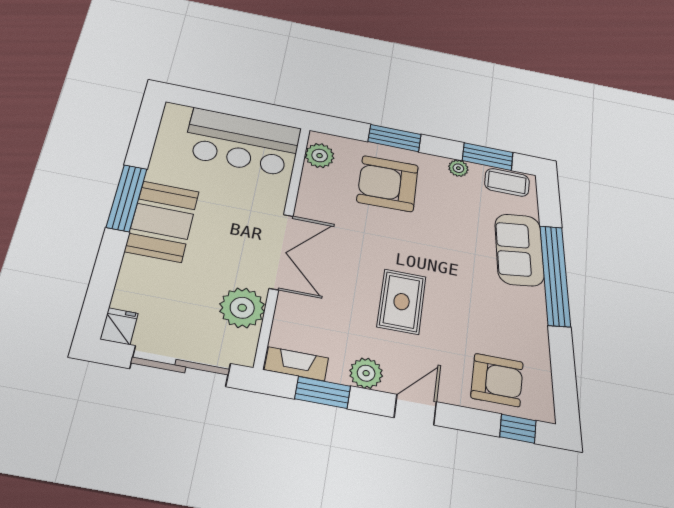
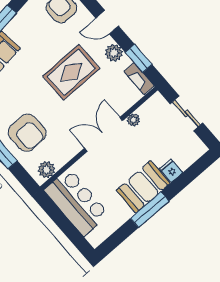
rug: (402, 302) -> (71, 72), width x1.36, depth x1.43
plant: (242, 308) -> (133, 120), width x0.53, depth x0.53
fridge: (119, 326) -> (171, 171), moved, turned 90
sliding door: (180, 366) -> (186, 113), width x0.73

